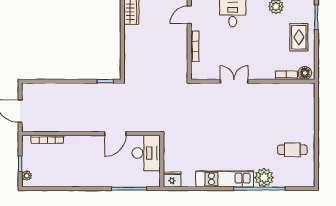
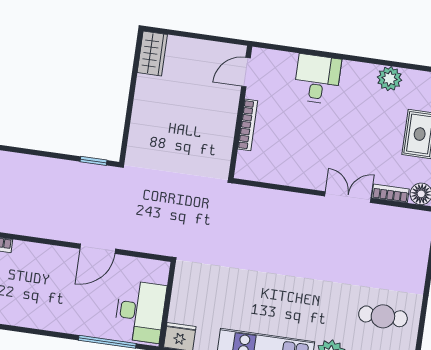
double door: (234, 81) -> (348, 197), moved
desk: (146, 153) -> (140, 312), moved

